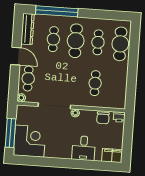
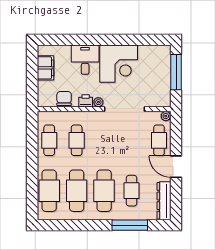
window: (57, 11) -> (130, 225), width x0.68
cafe table: (98, 42) -> (77, 191), width x1.37, depth x1.35
cafe table: (117, 85) -> (49, 140), added
printer: (119, 117) -> (86, 101), moved
corner desk: (29, 141) -> (119, 64), moved, turned -90
filing cabinet: (112, 156) -> (45, 68), moved, turned -90

